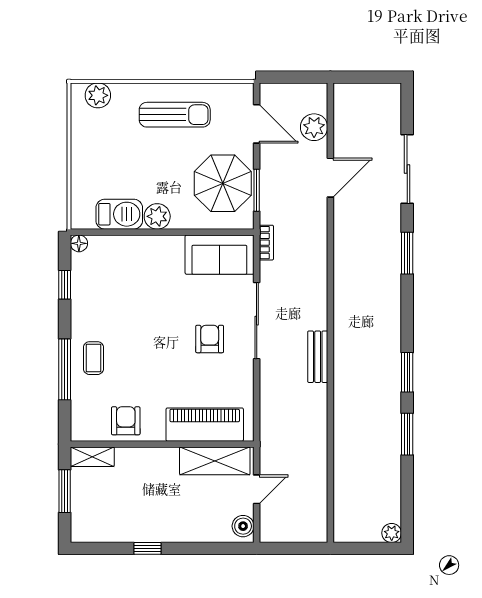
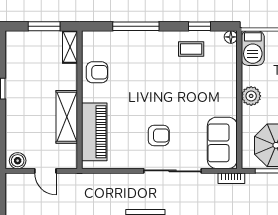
barbecue: (119, 214) -> (253, 48), moved
coffee table: (93, 358) -> (191, 49), moved
shelving: (215, 461) -> (67, 117), moved

